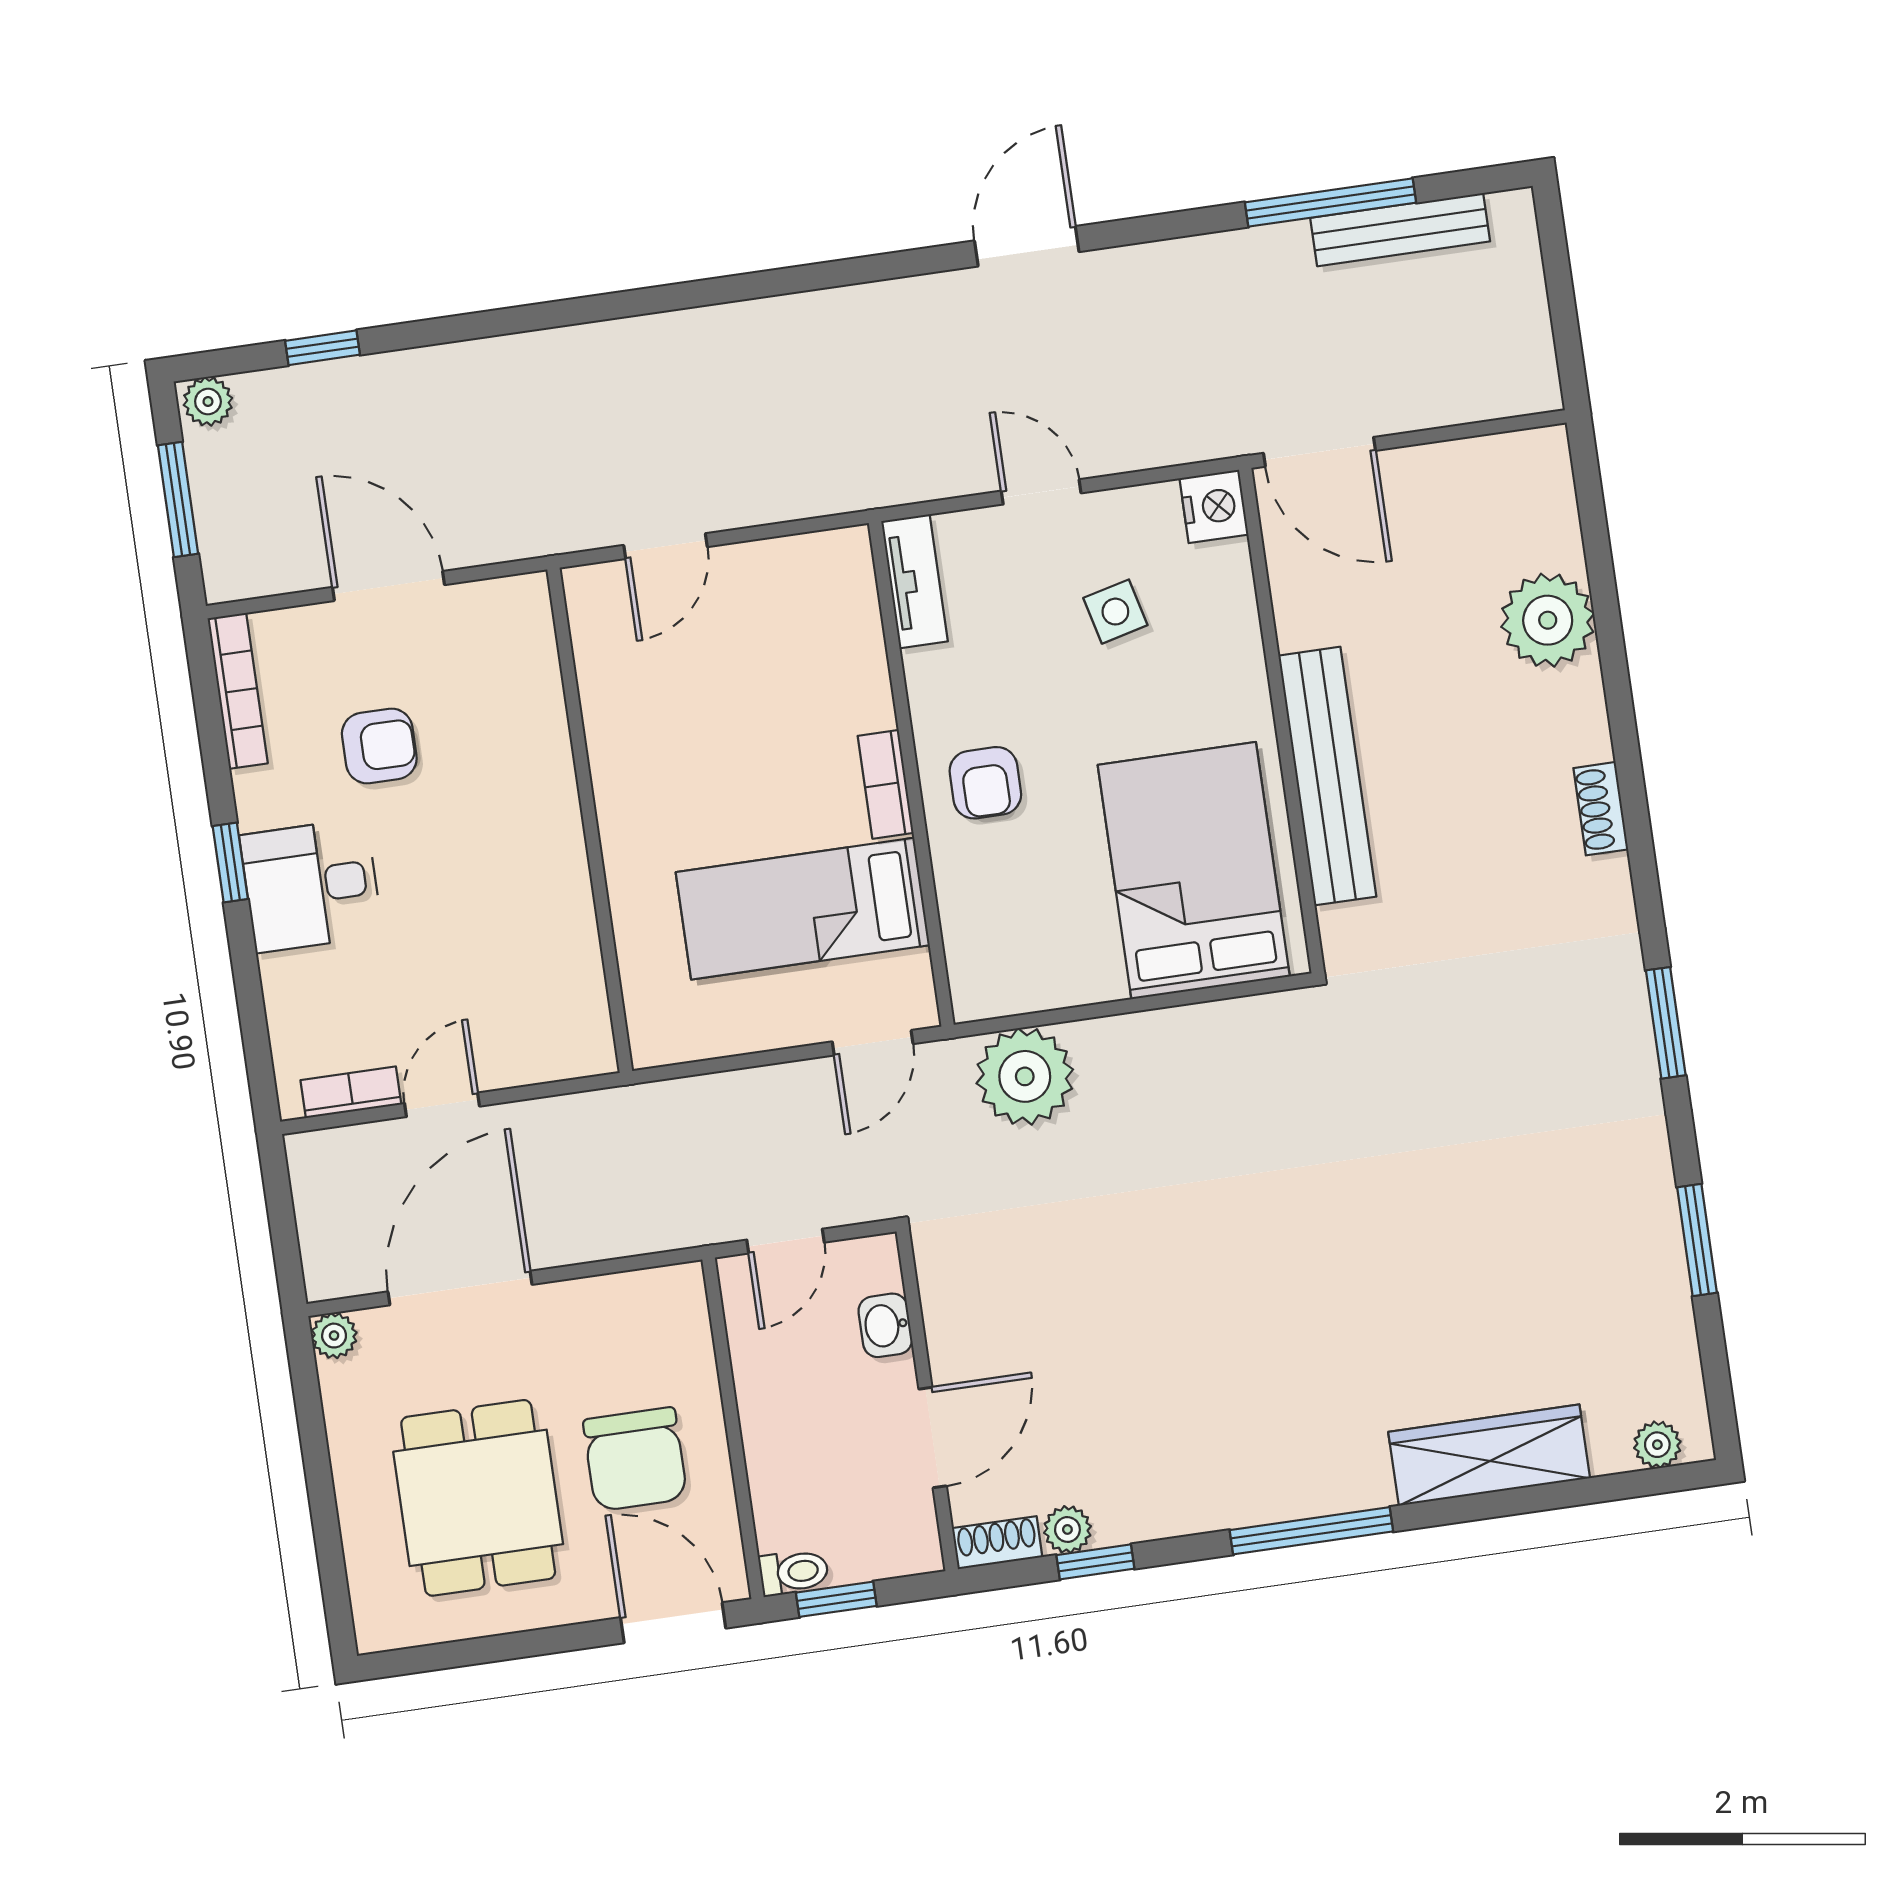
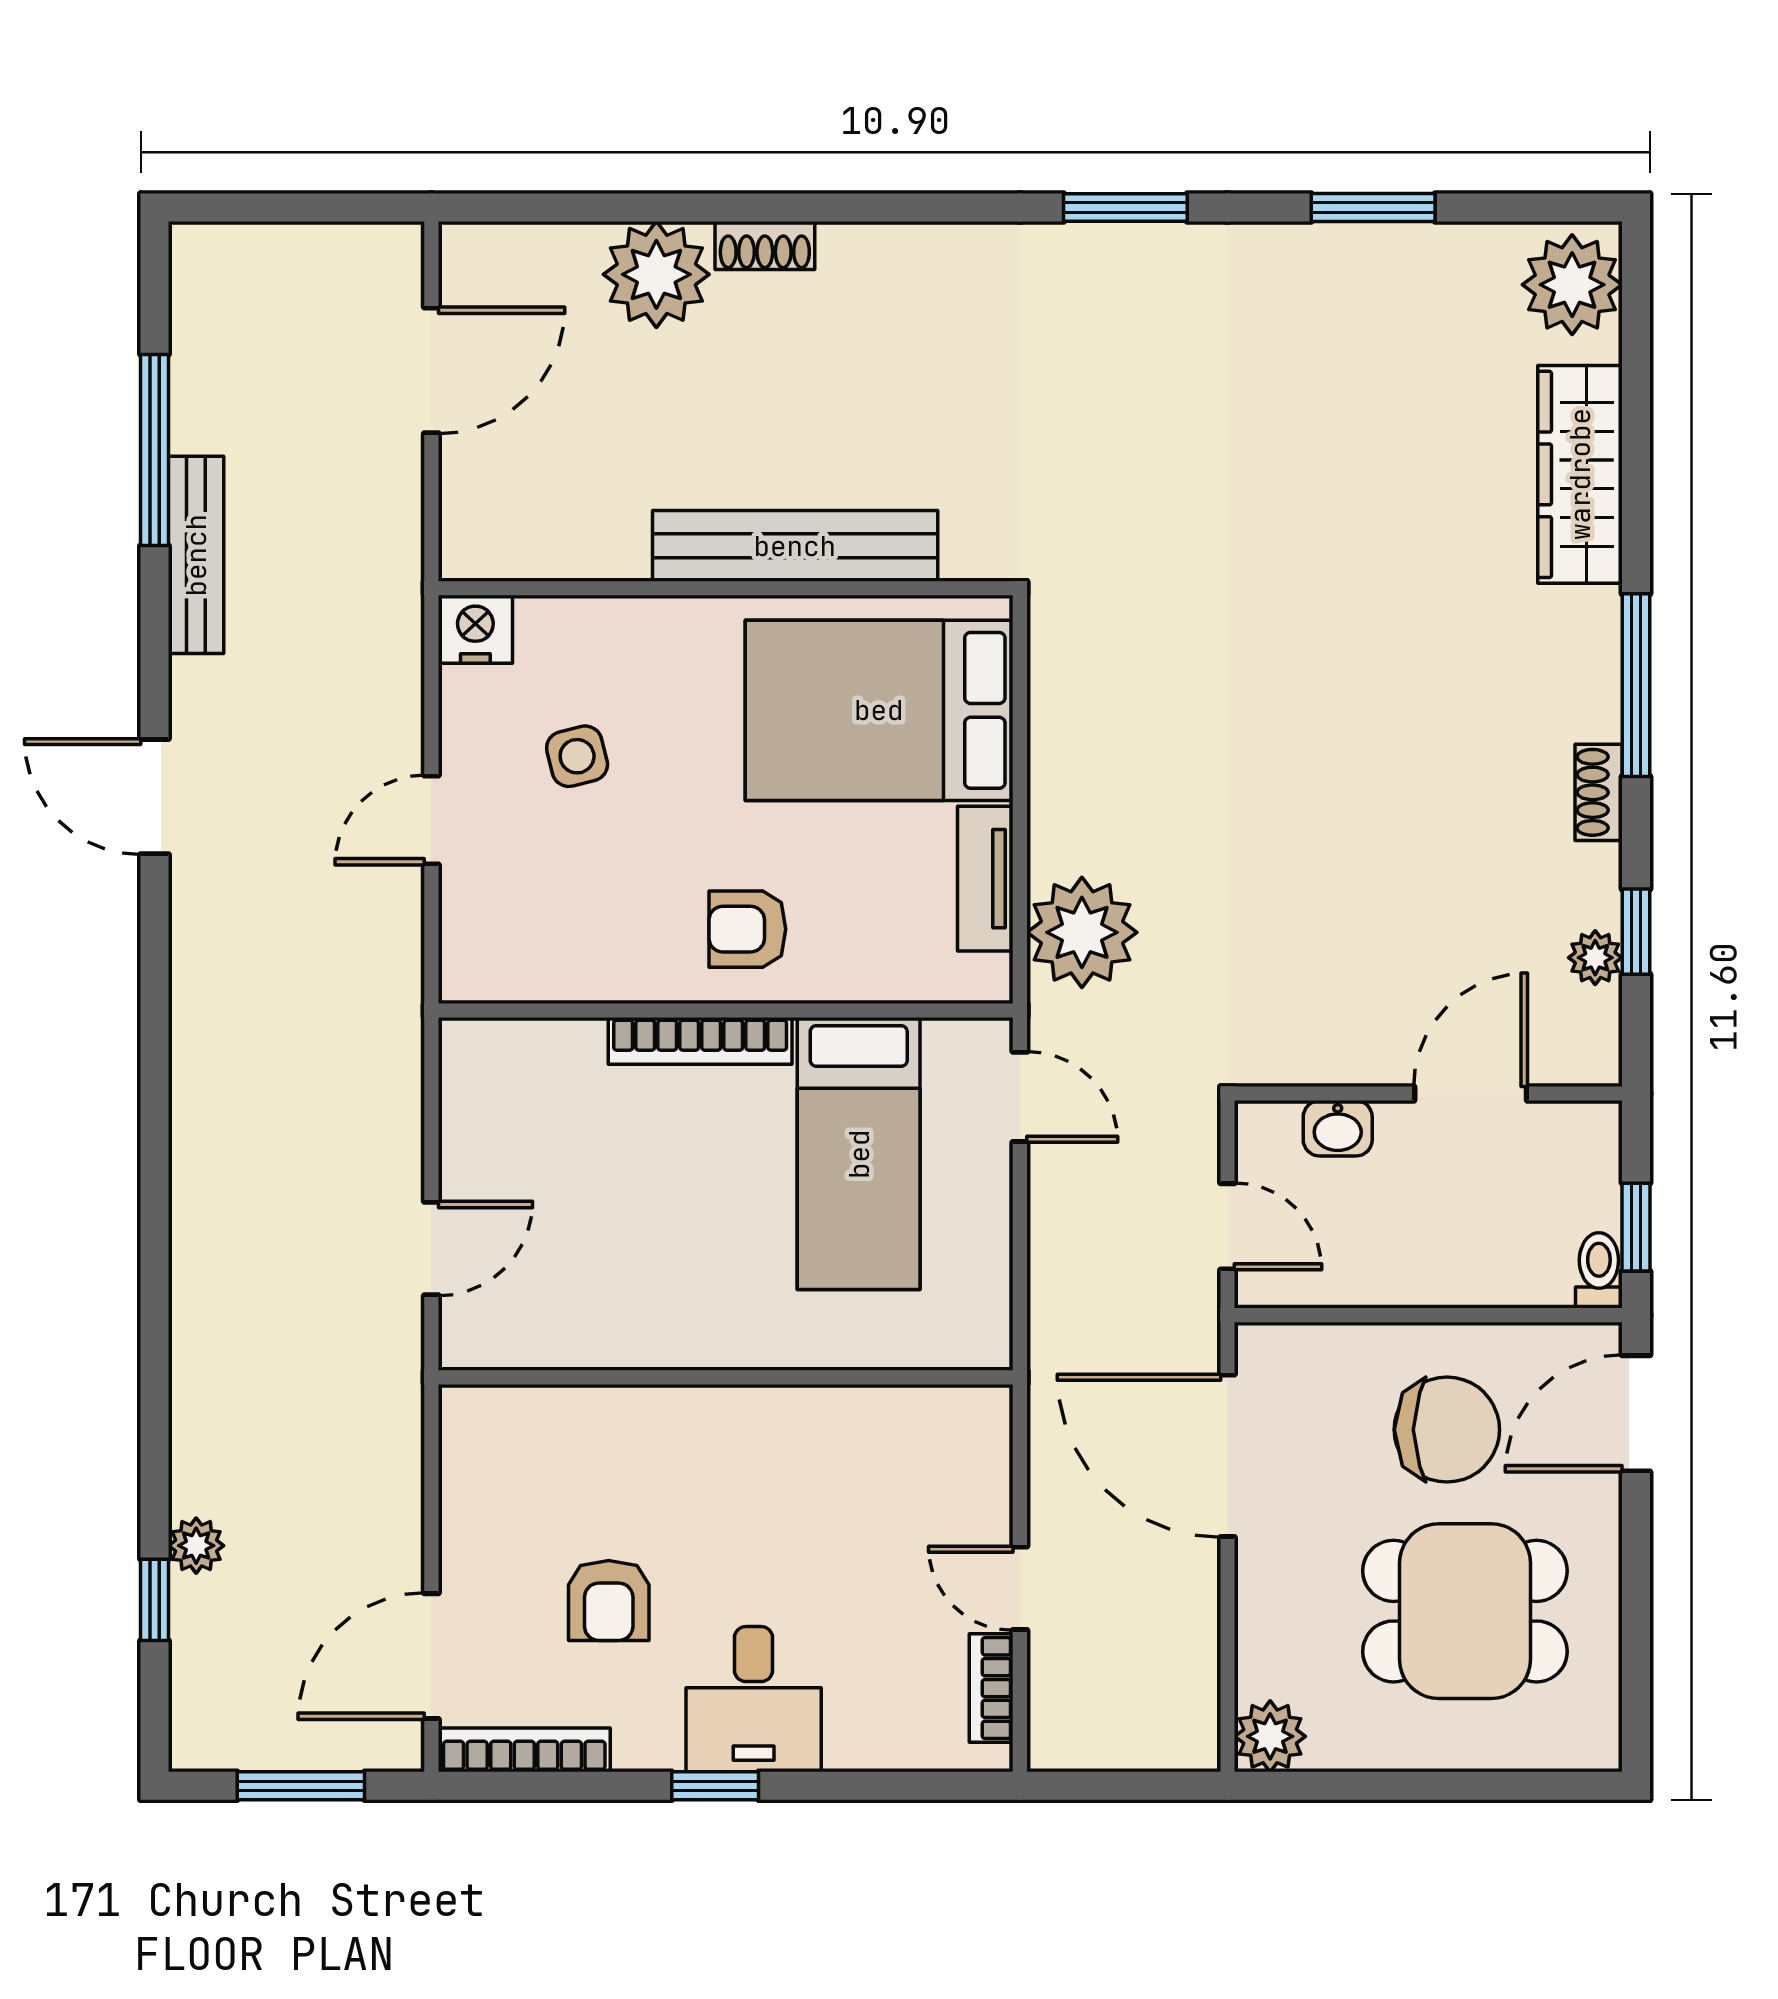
bench: (1400, 230) -> (196, 555), moved
plant: (208, 401) -> (196, 1546), moved
door: (1319, 452) -> (431, 370), moved
door: (665, 546) -> (431, 1249), hinge flipped
tv unit: (914, 581) -> (985, 879), moved, turned -90
door: (388, 586) -> (431, 1656), moved
armchair: (379, 746) -> (609, 1601), turned 180
armchair: (985, 783) -> (747, 929), turned 180
bookcase: (886, 784) -> (700, 1041), width x1.56
shoe rack: (1601, 809) -> (765, 245), moved
door: (460, 1288) -> (1228, 1456), moved
plant: (334, 1336) -> (1270, 1736), width x1.38, depth x1.38
door: (933, 1437) -> (1471, 1094), hinge flipped
plant: (1657, 1445) -> (1572, 285), width x1.88, depth x1.88
shoe rack: (997, 1543) -> (1599, 792), moved

